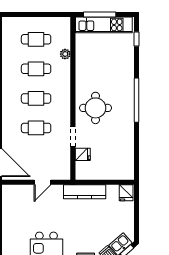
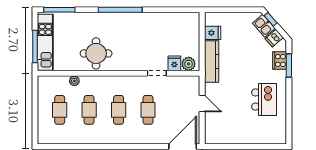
window: (136, 39) -> (59, 10), width x2.17
round table: (95, 108) -> (96, 53), moved
plant: (82, 169) -> (189, 64), added
fridge: (126, 193) -> (213, 33), moved

